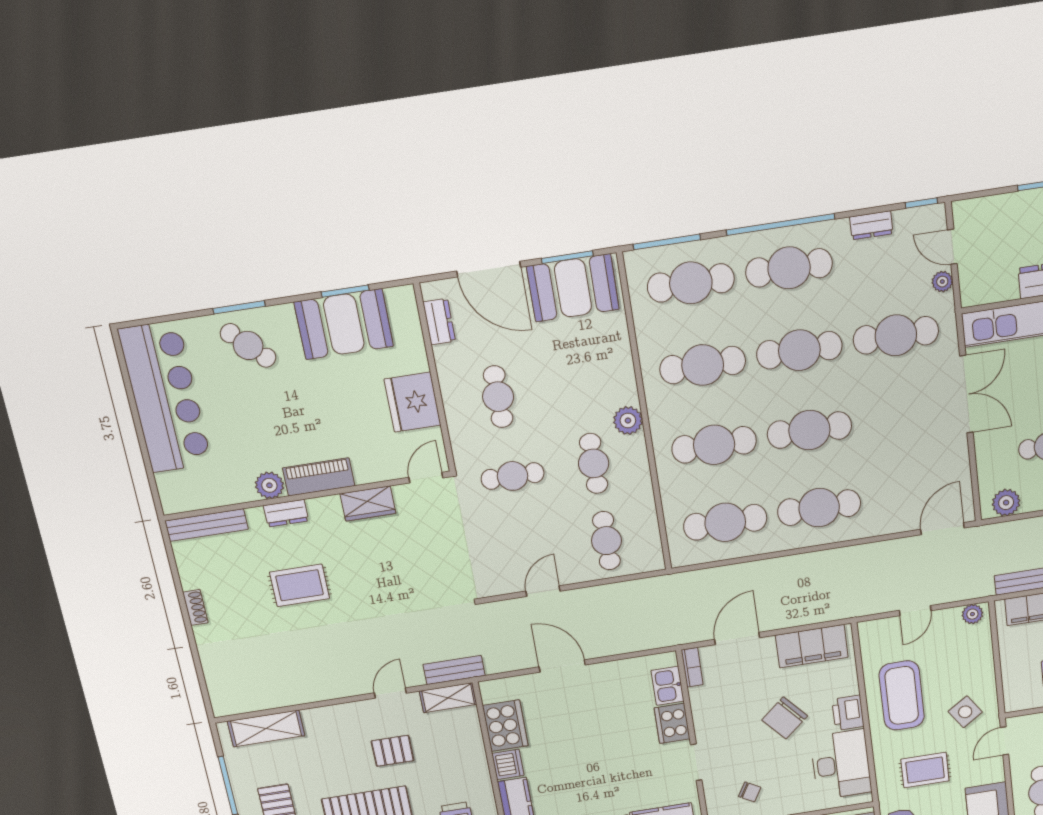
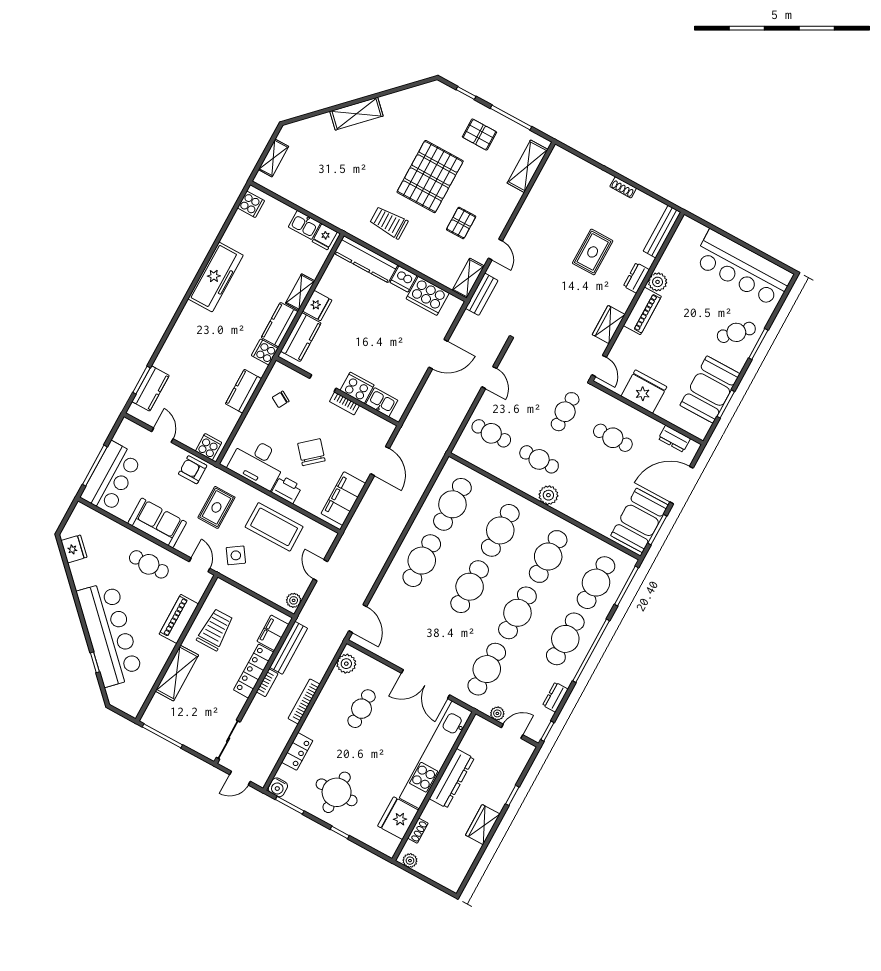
bookcase: (692, 667) -> (344, 403), moved

